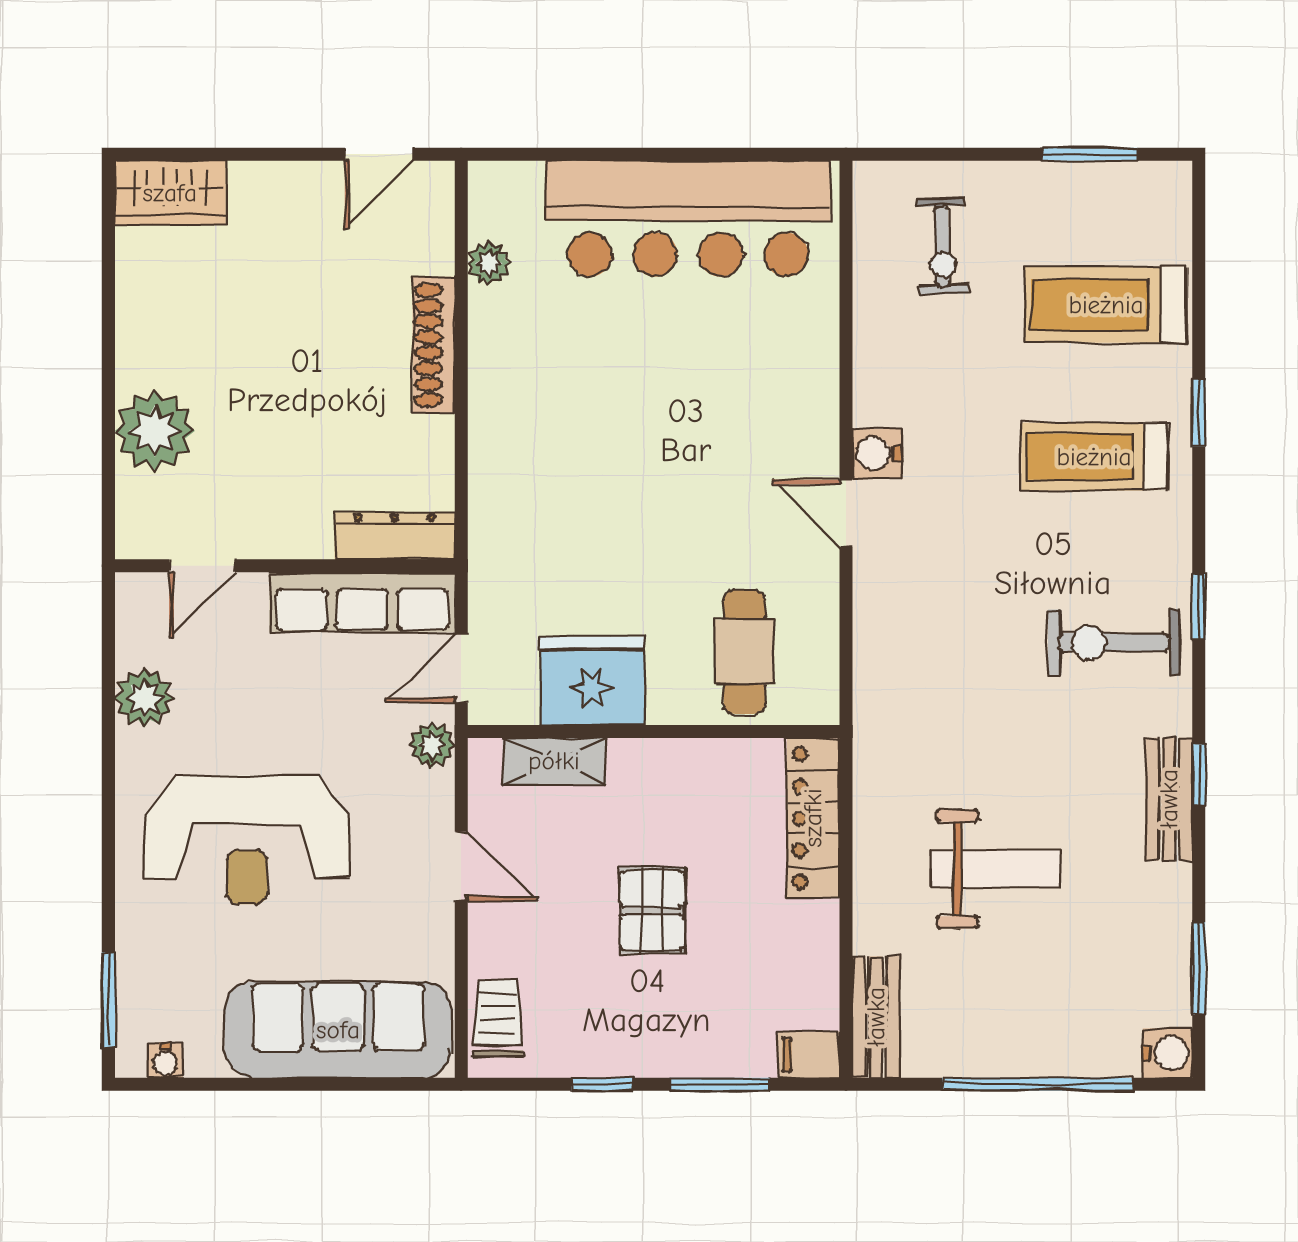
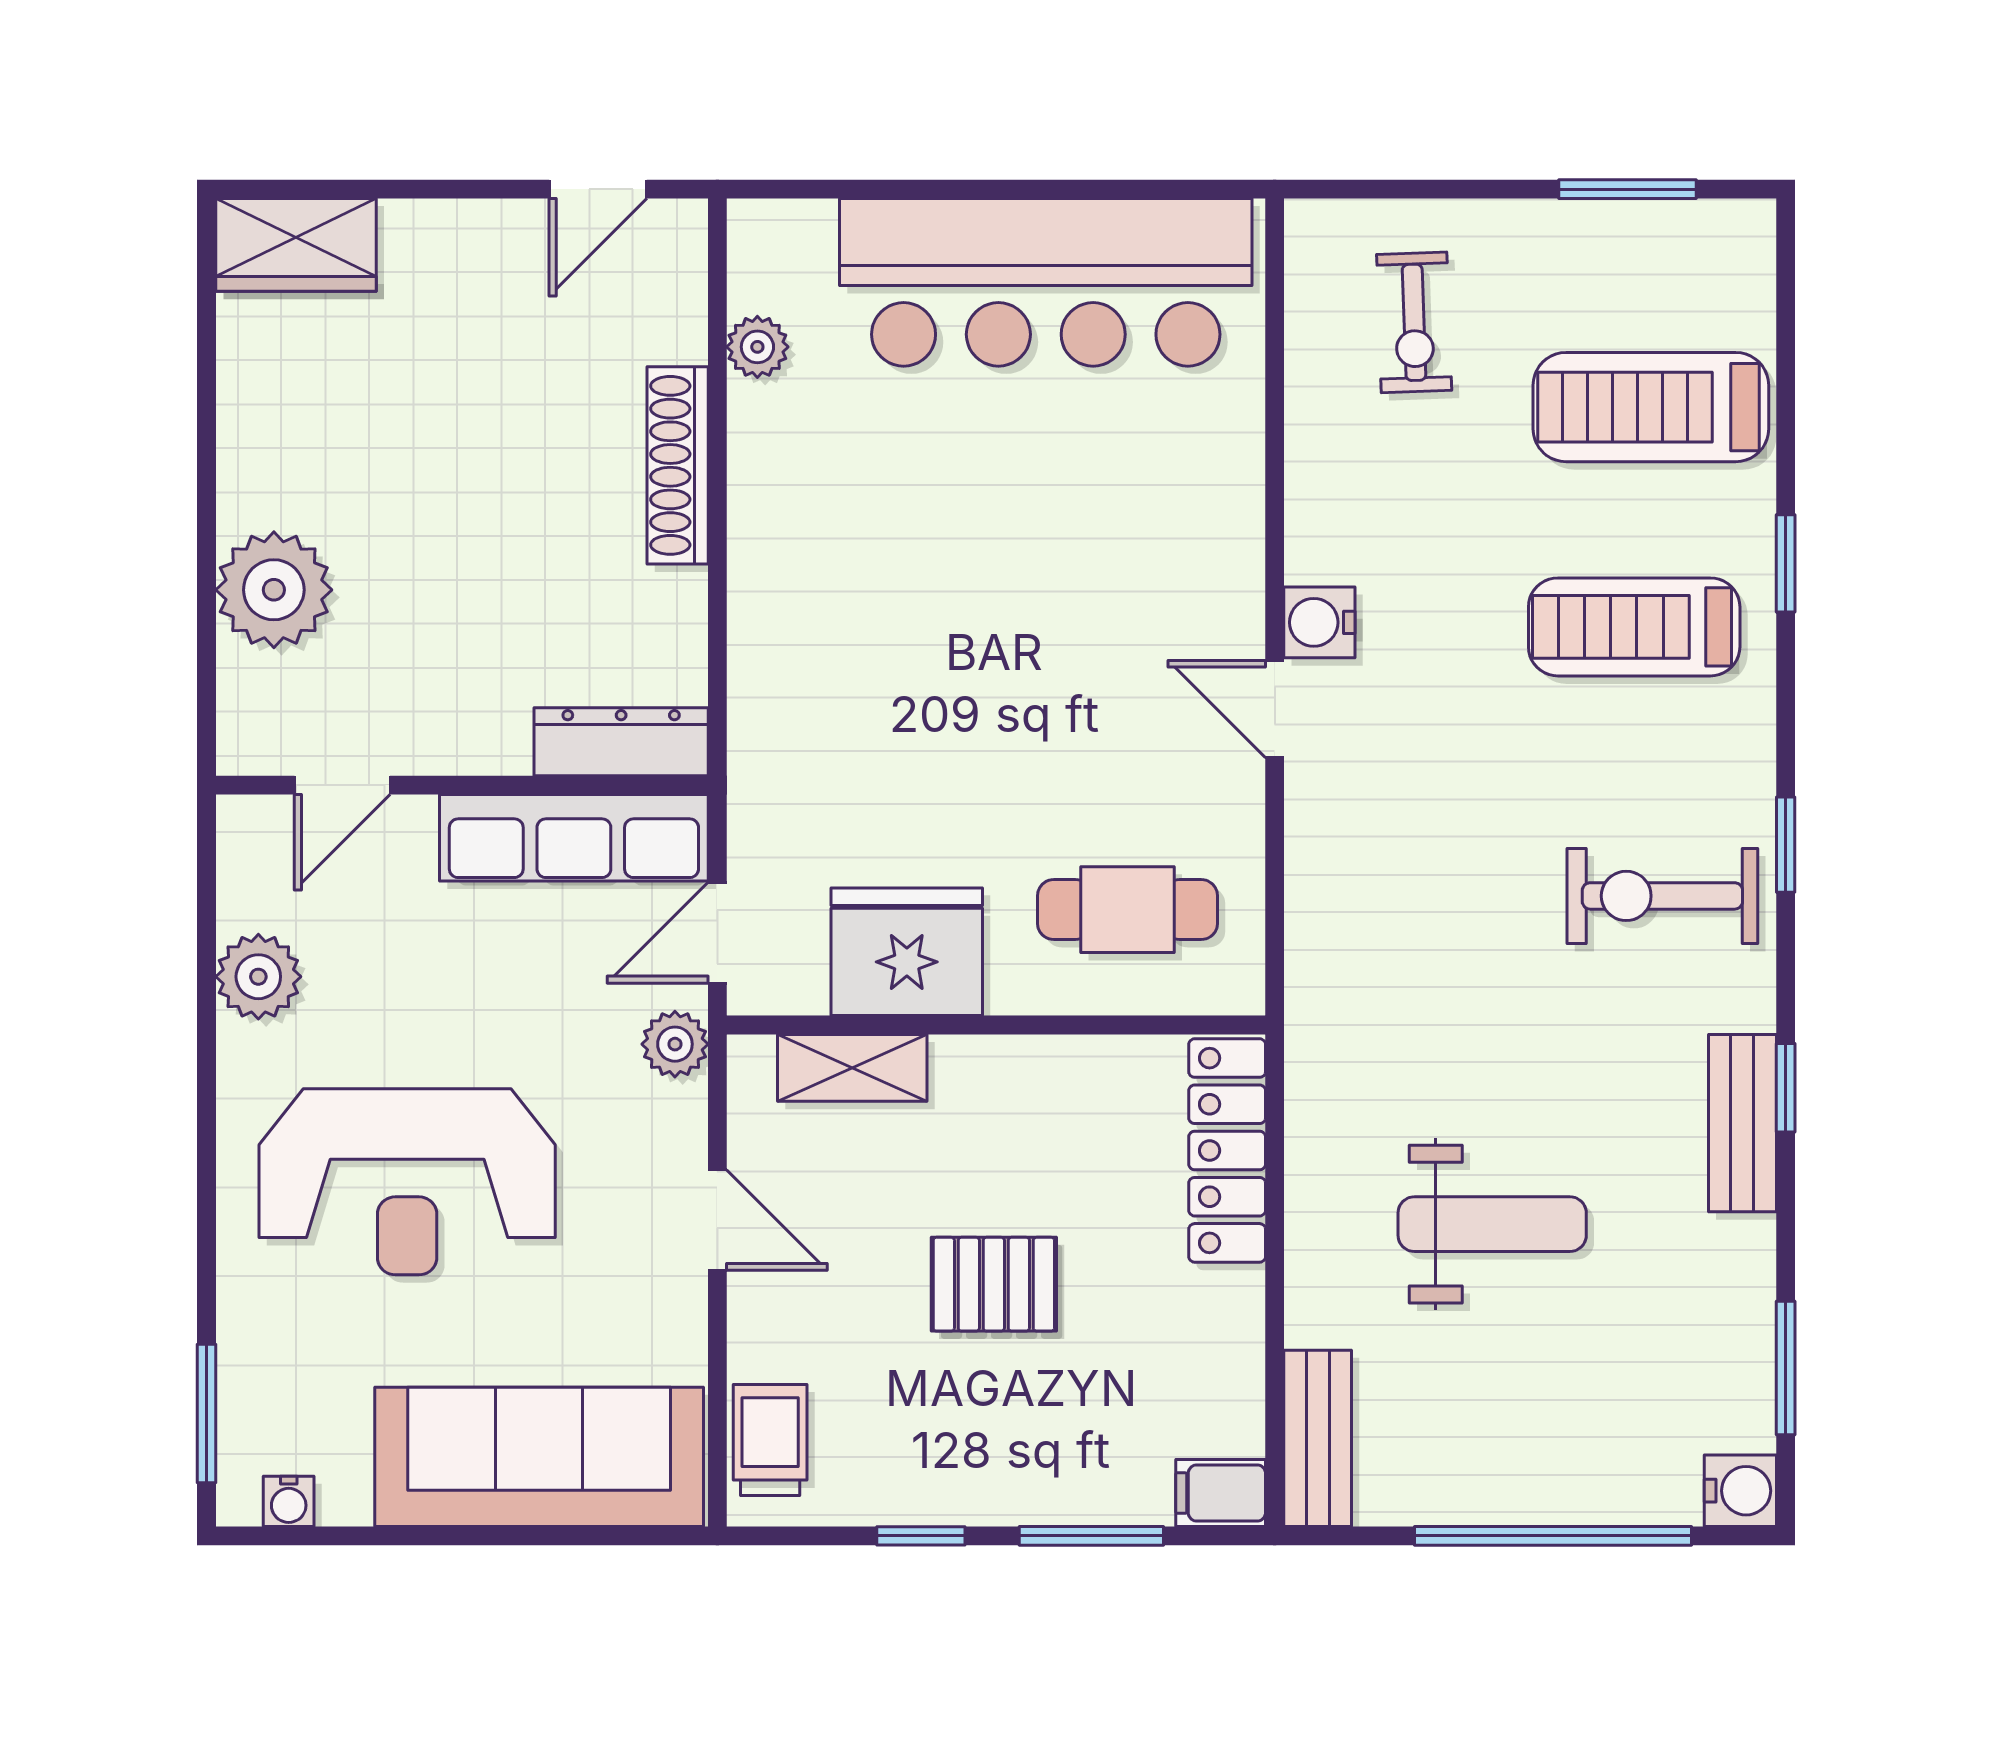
cafe table: (744, 652) -> (1127, 910), turned 90
pallet: (652, 910) -> (994, 1284), turned 90

